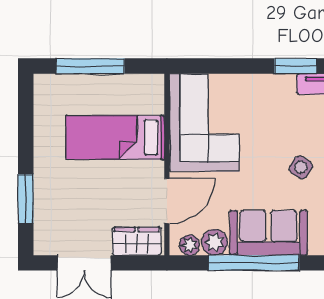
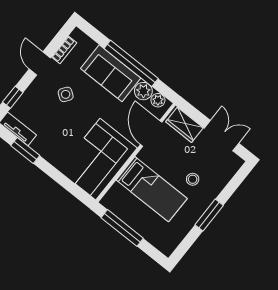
window: (90, 66) -> (122, 228), moved
stool: (77, 186) -> (193, 179), added
window: (26, 199) -> (209, 215), moved
door: (167, 201) -> (151, 133), hinge flipped

